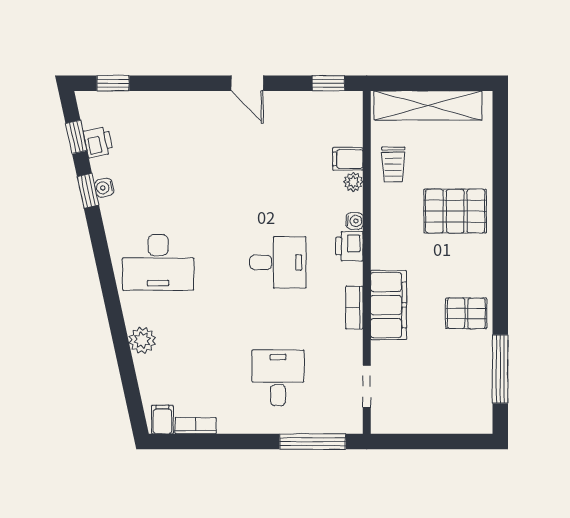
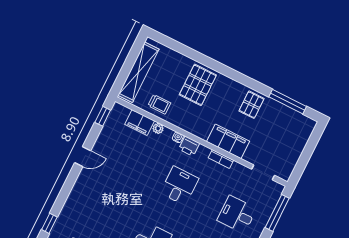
filing cabinet: (348, 159) -> (140, 123), width x2.00

